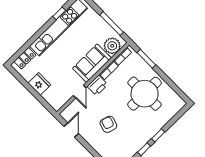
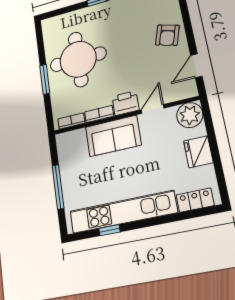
window: (112, 24) -> (58, 187), moved
plant: (112, 46) -> (190, 115), moved
window: (146, 59) -> (45, 79), moved
armchair: (108, 124) -> (167, 35), moved

